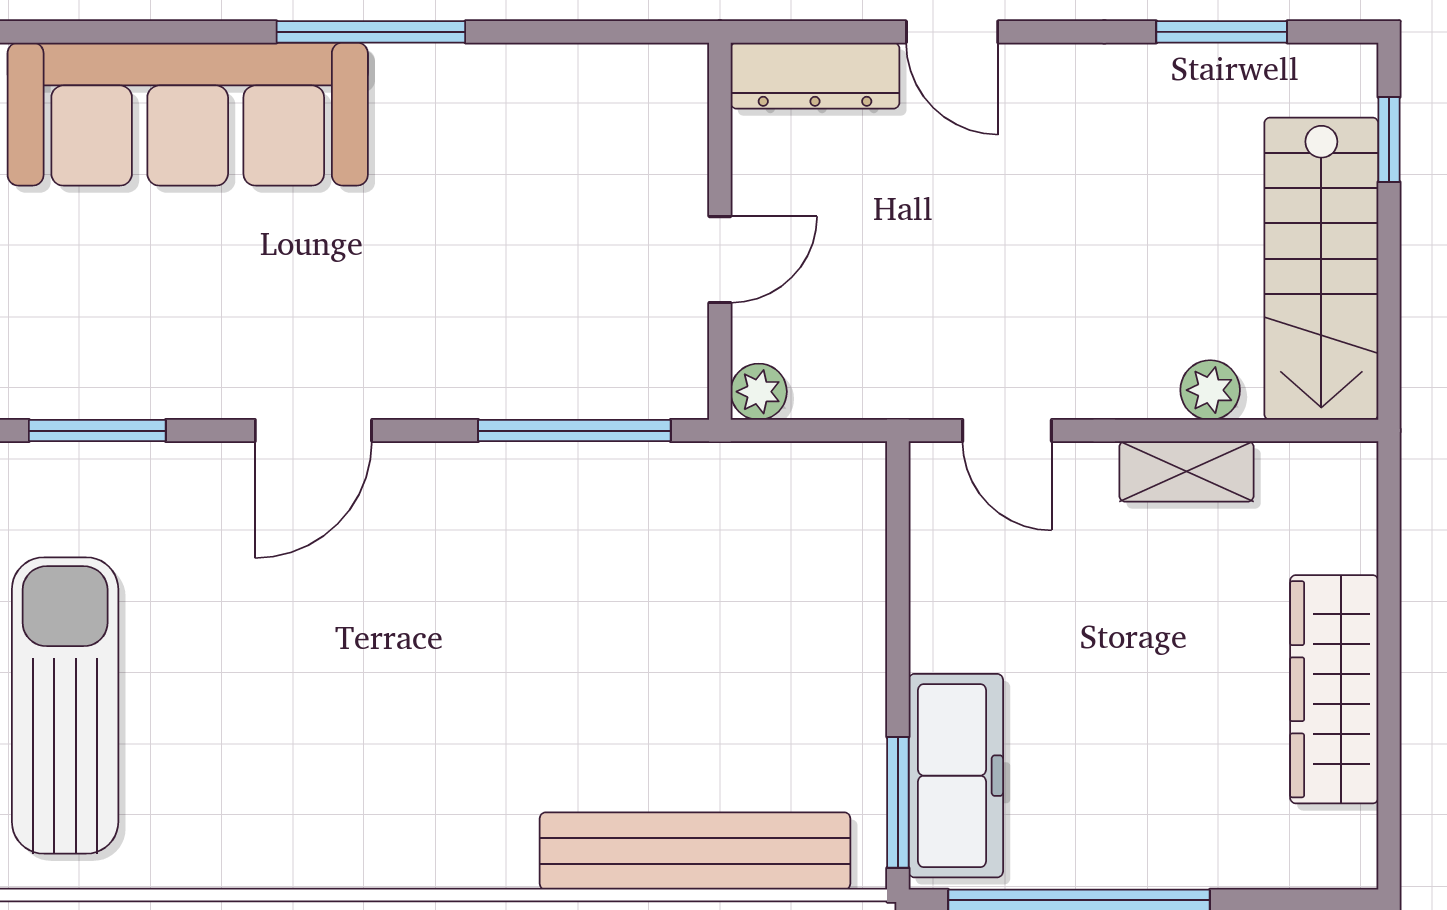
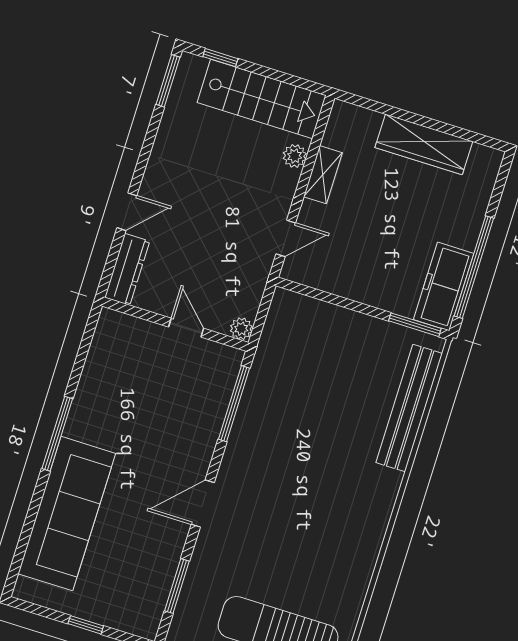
window: (1222, 32) -> (168, 81), moved
door: (313, 431) -> (203, 503), swing flipped
freezer: (956, 776) -> (444, 286), moved, turned -90

